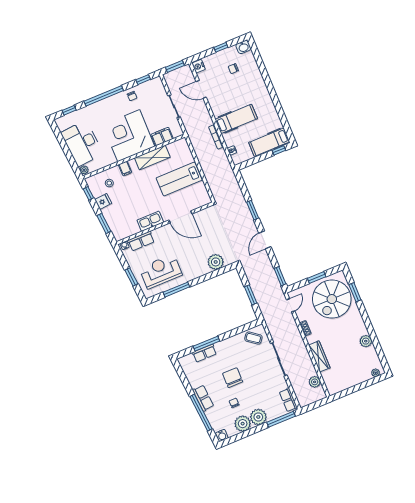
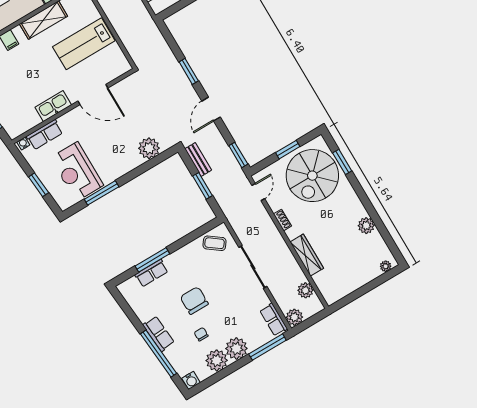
reception desk: (161, 271) -> (77, 172), turned -90
bench: (250, 275) -> (198, 159), added
plant: (304, 400) -> (294, 317), added

